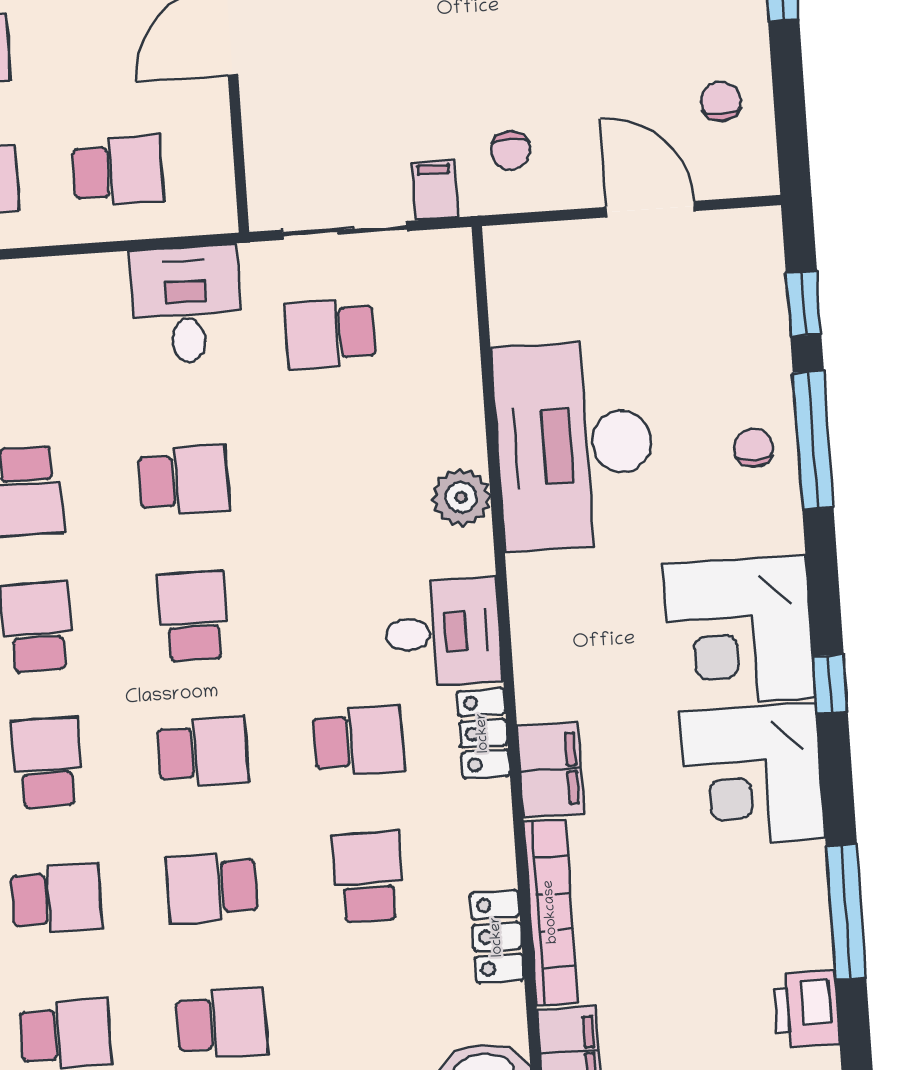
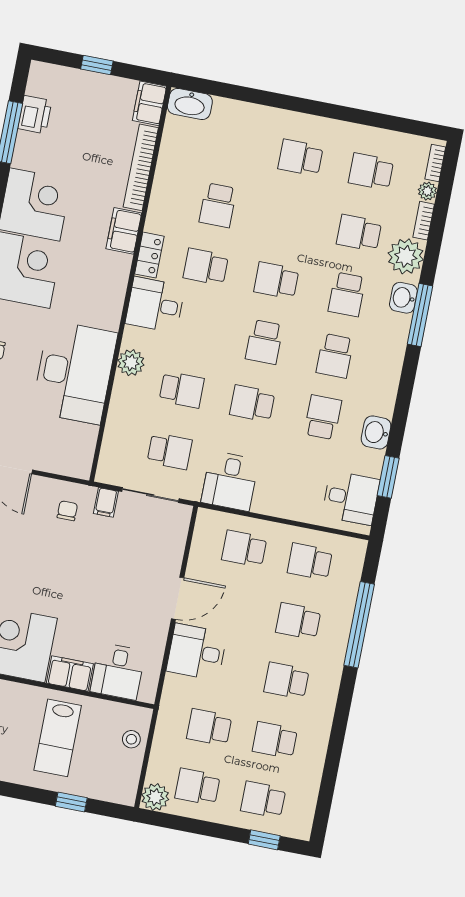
school desk: (212, 887) -> (182, 390), moved
locker: (497, 937) -> (168, 163), removed
printer: (806, 1009) -> (35, 115), moved

